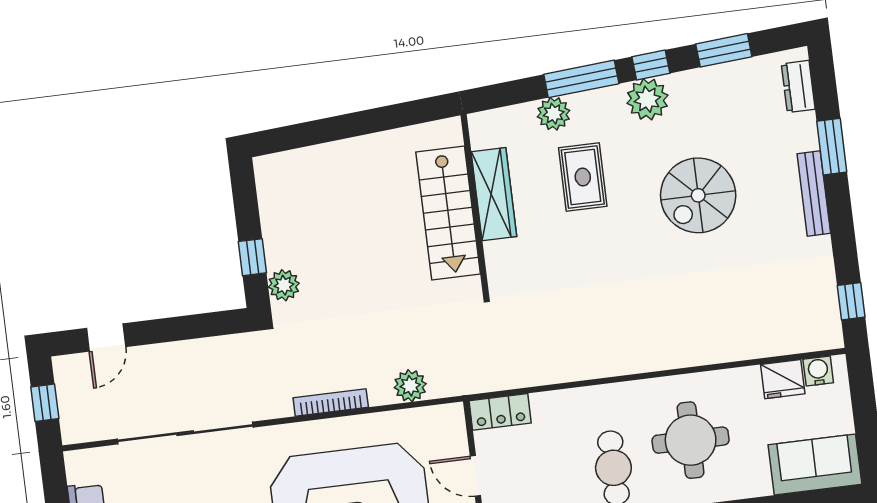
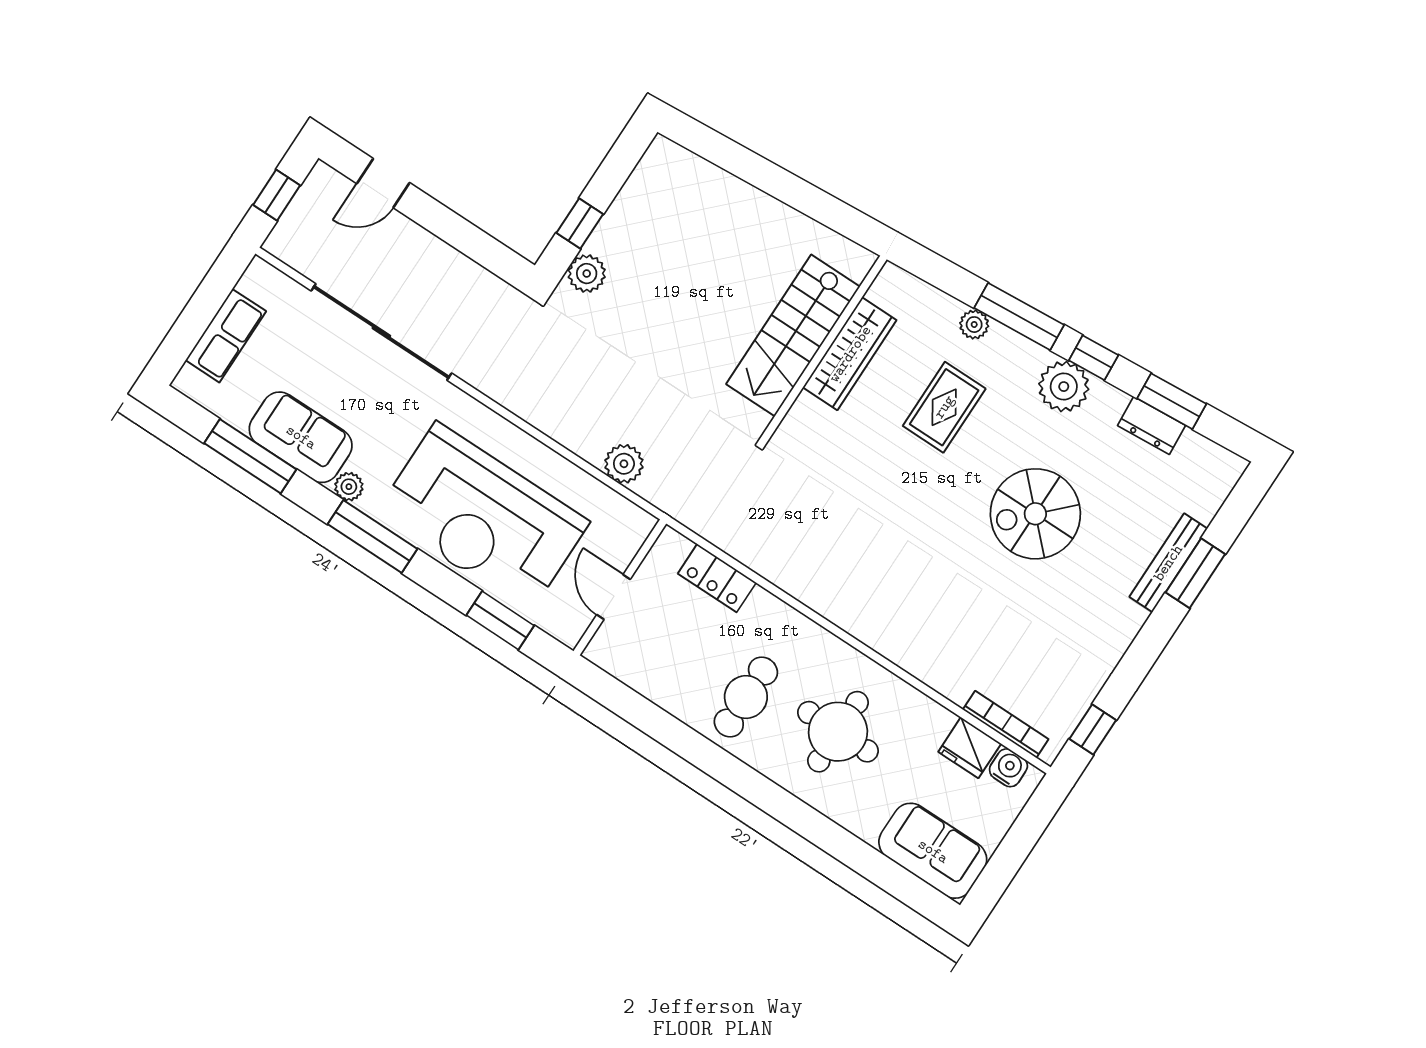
dresser: (798, 86) -> (1151, 425), moved, turned -94
plant: (554, 114) -> (974, 325), width x0.73, depth x0.73
bench: (814, 194) -> (1168, 563), moved
bookcase: (331, 402) -> (1006, 724), moved
locker: (500, 412) -> (717, 578), moved

